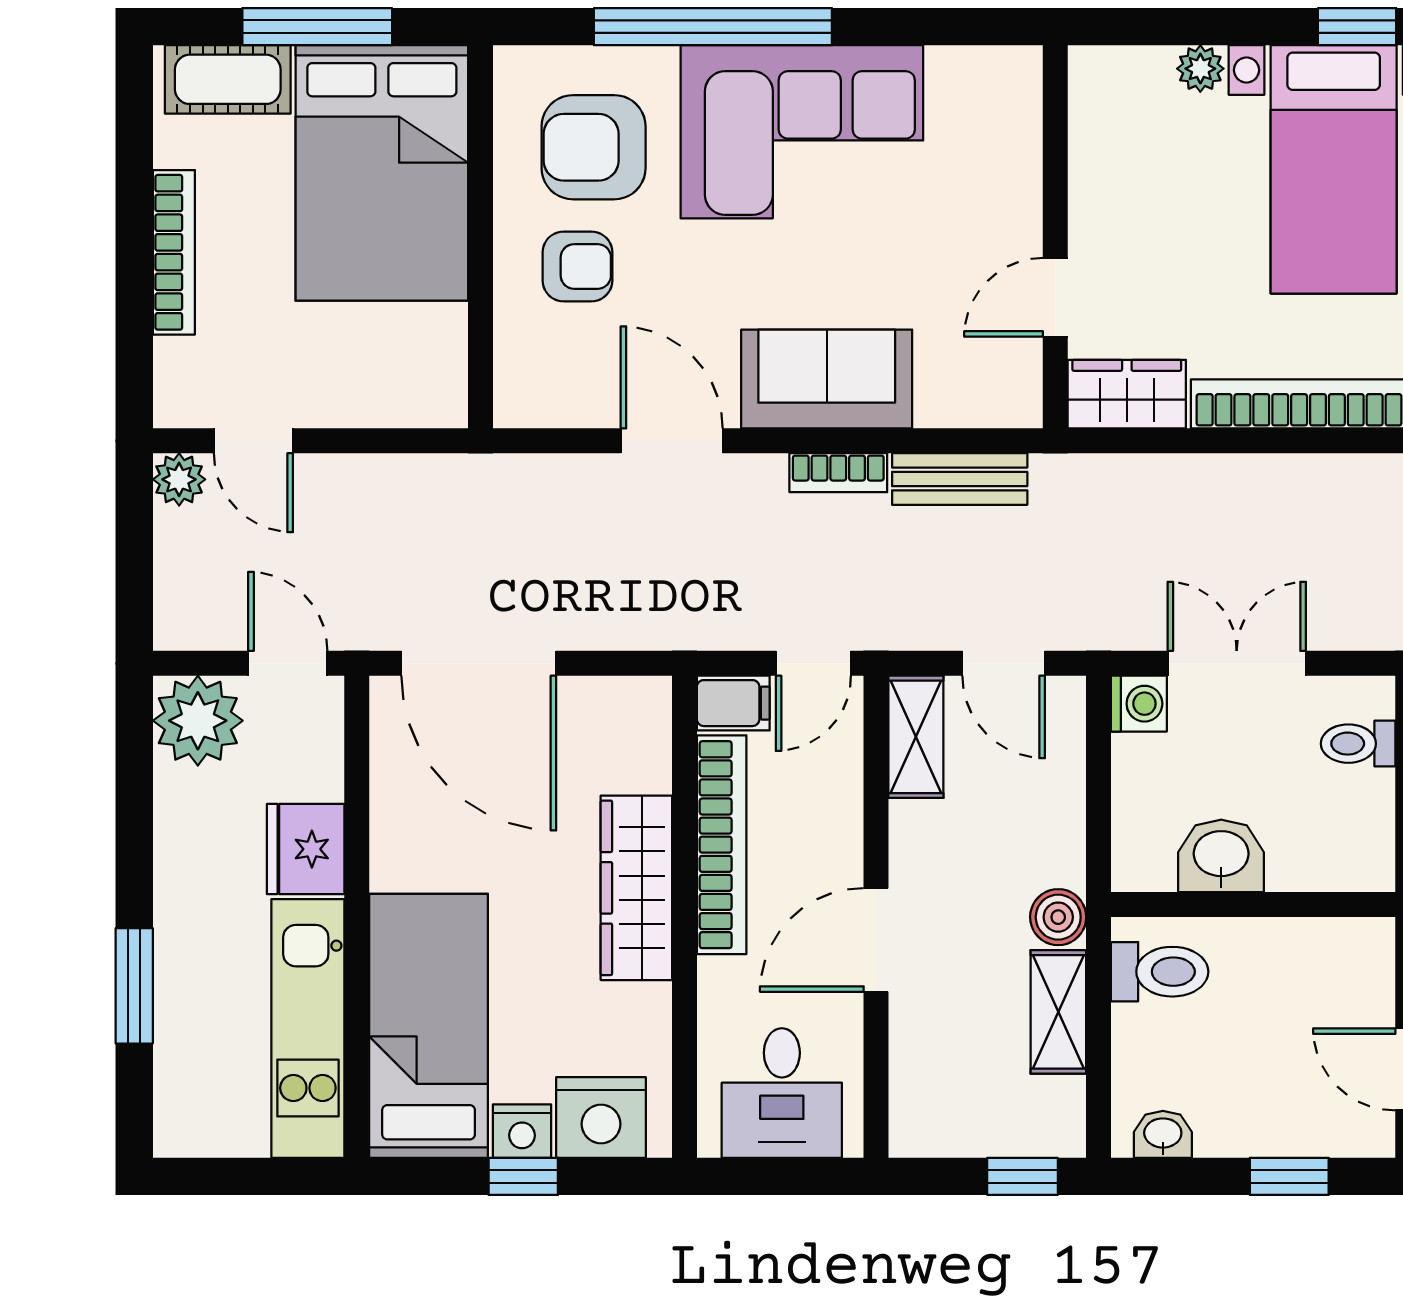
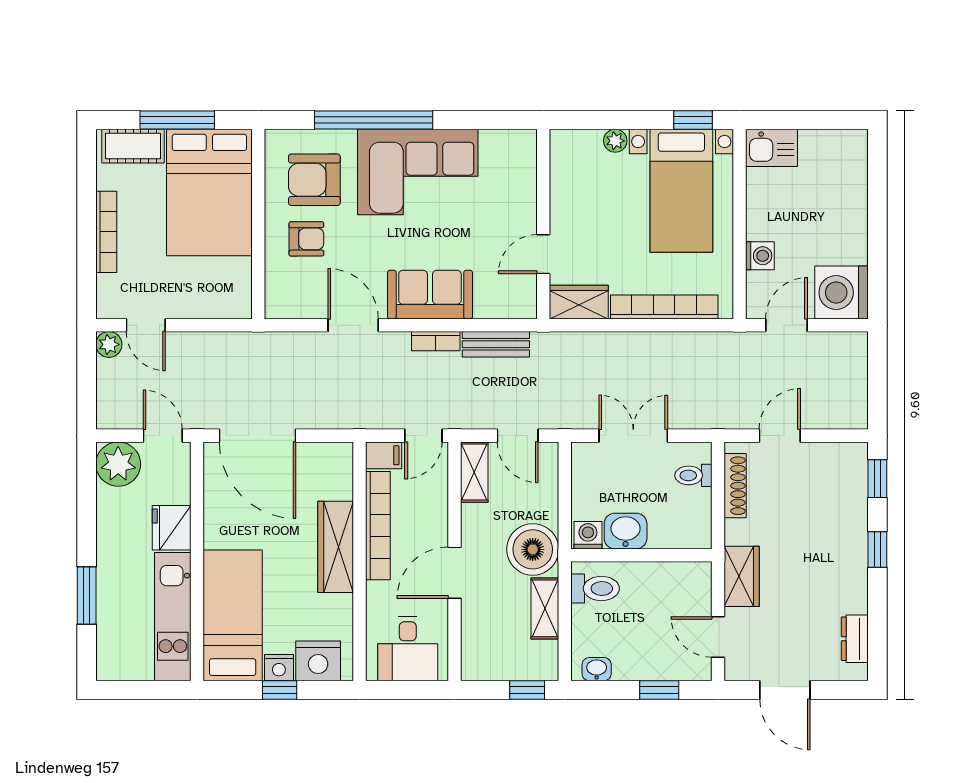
washing machine: (1139, 704) -> (588, 535), moved, turned -90
boiler: (1058, 917) -> (533, 549), width x1.86, depth x1.86

